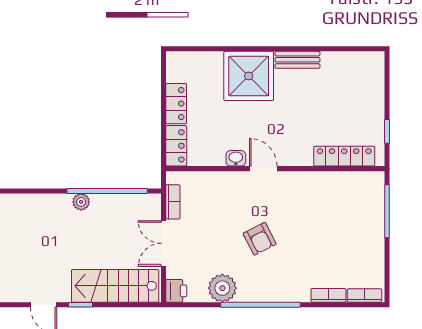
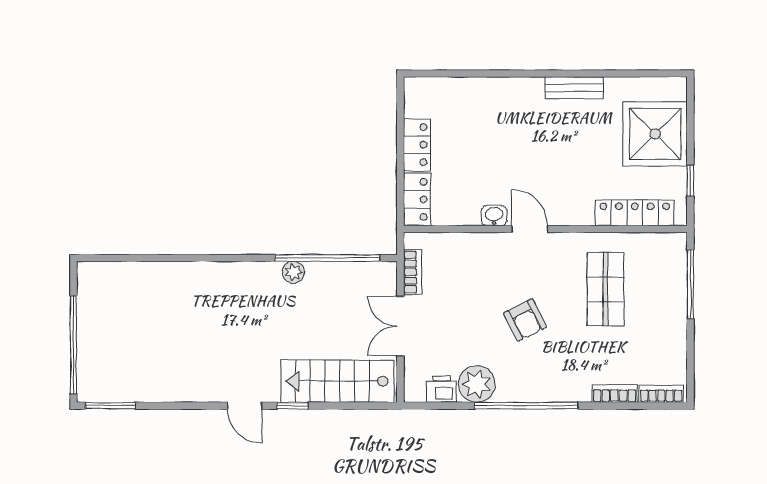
shower: (249, 76) -> (655, 134), moved
shop shelf: (321, 215) -> (605, 289), added
printer: (176, 291) -> (441, 389), moved, turned -90

